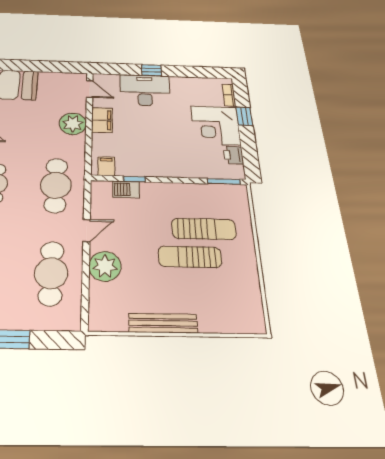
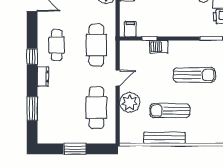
barbecue: (126, 189) -> (159, 47), moved
sun lounger: (190, 257) -> (170, 111), moved

